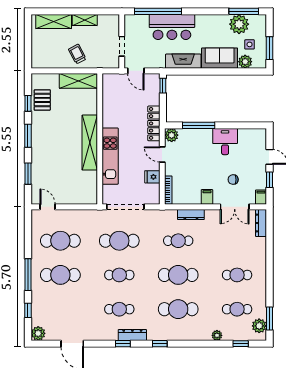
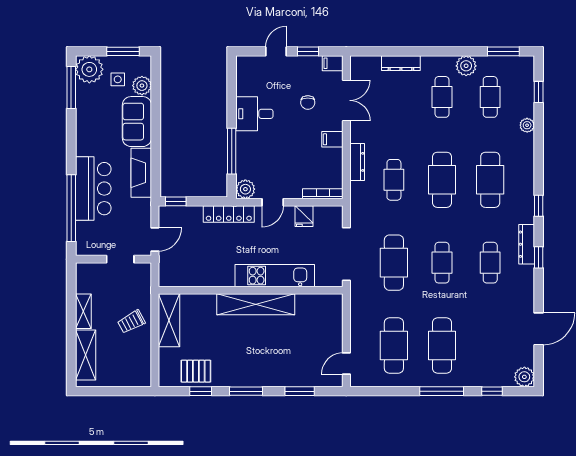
plant: (239, 24) -> (89, 69), moved
dresser: (261, 223) -> (401, 63), moved
plant: (259, 326) -> (466, 66), moved

